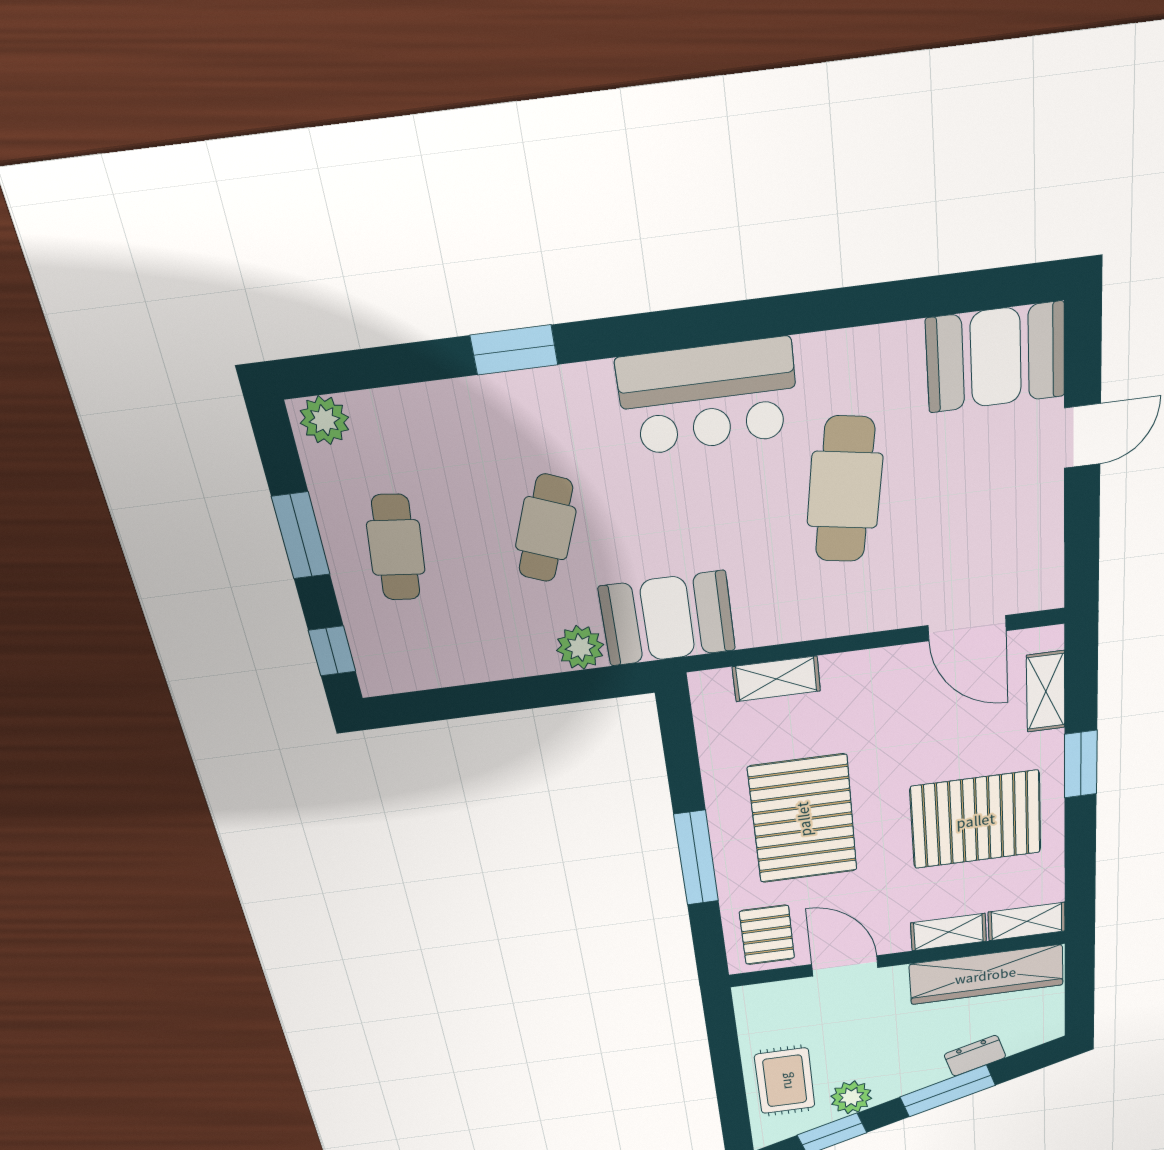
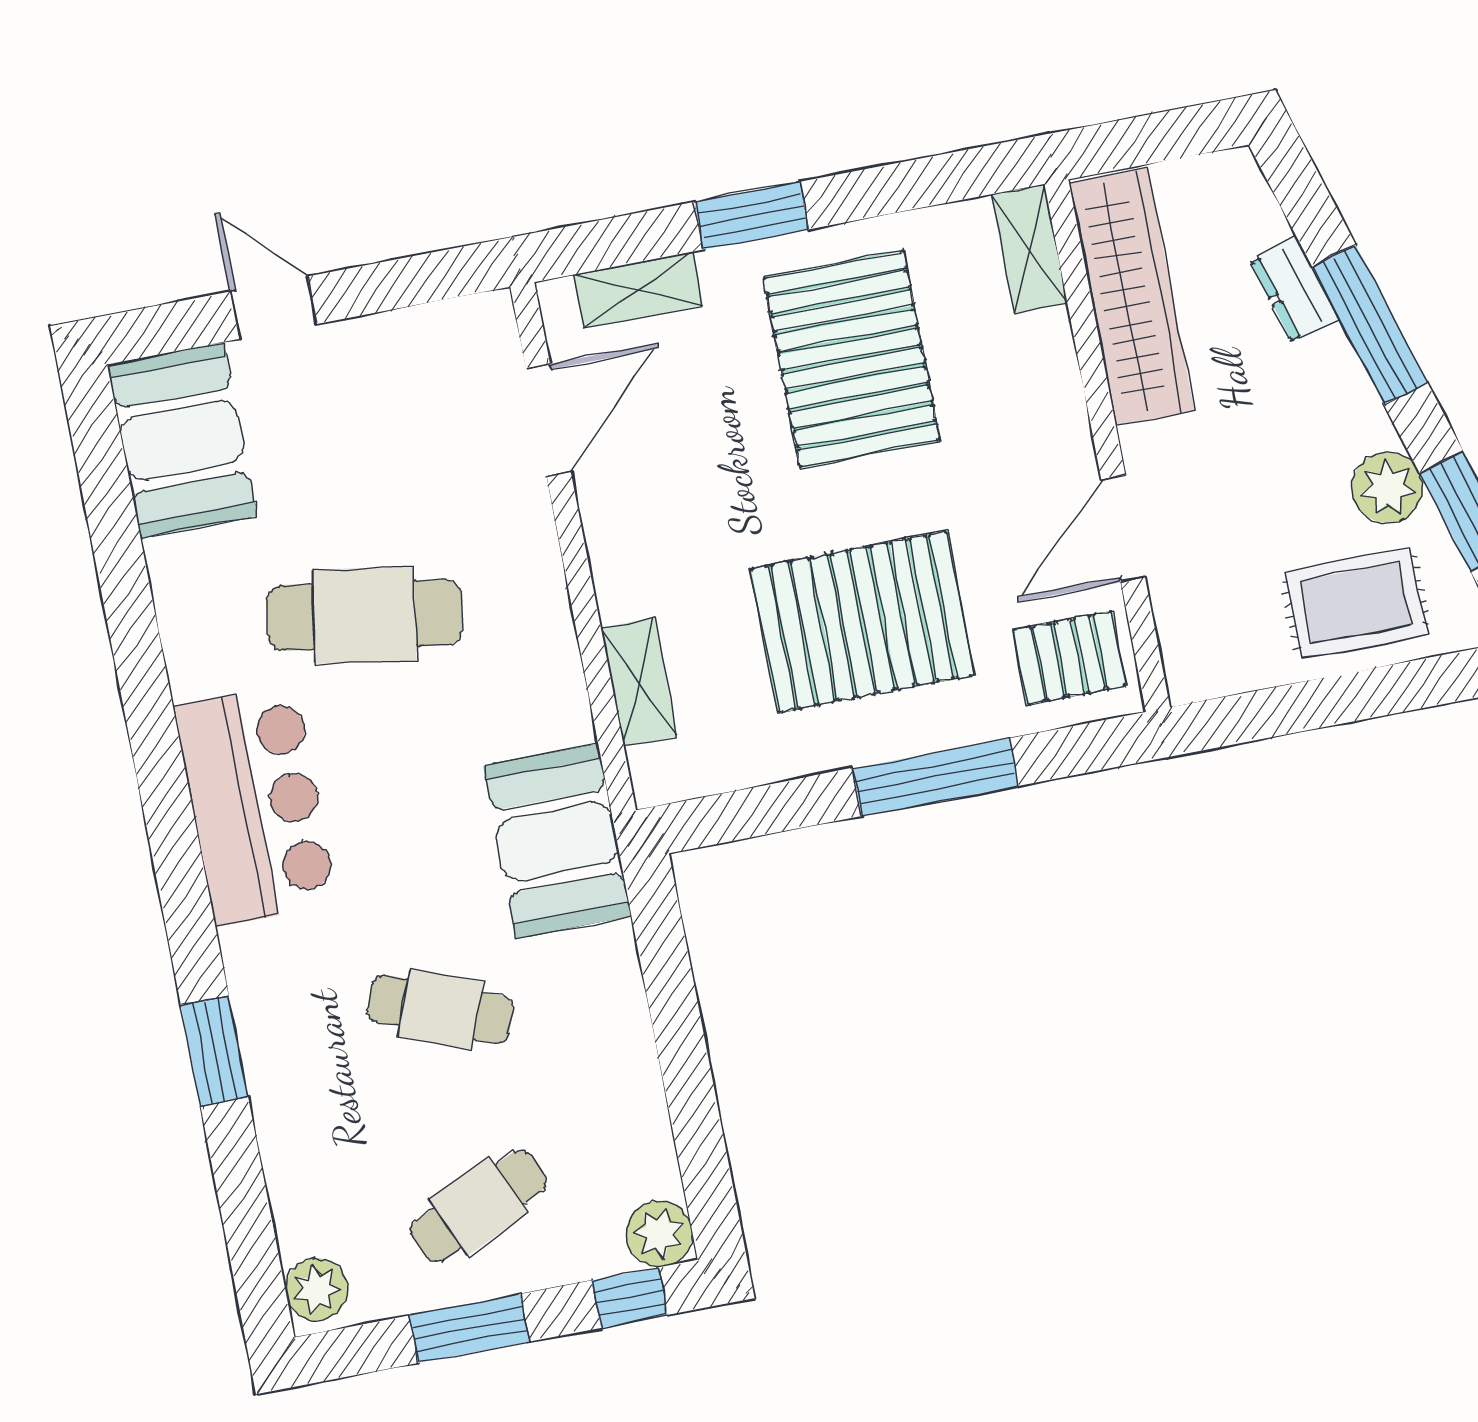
cafe table: (396, 548) -> (478, 1206), turned -30
plant: (580, 647) -> (659, 1234), moved
shelving: (948, 932) -> (1053, 371), removed

